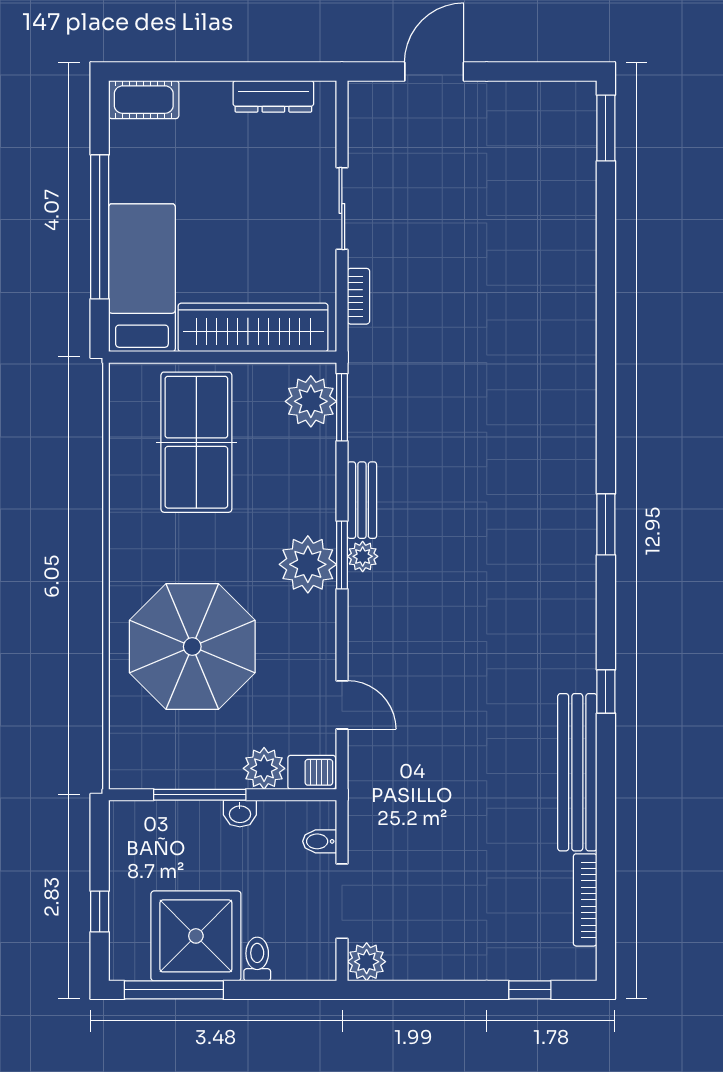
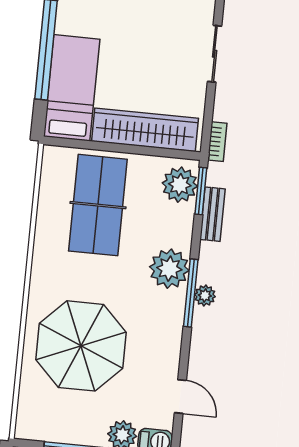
bookcase: (358, 296) -> (217, 142), moved
bench: (362, 500) -> (213, 214), moved
window: (342, 555) -> (191, 293), width x1.44
plant: (308, 564) -> (169, 269), moved

